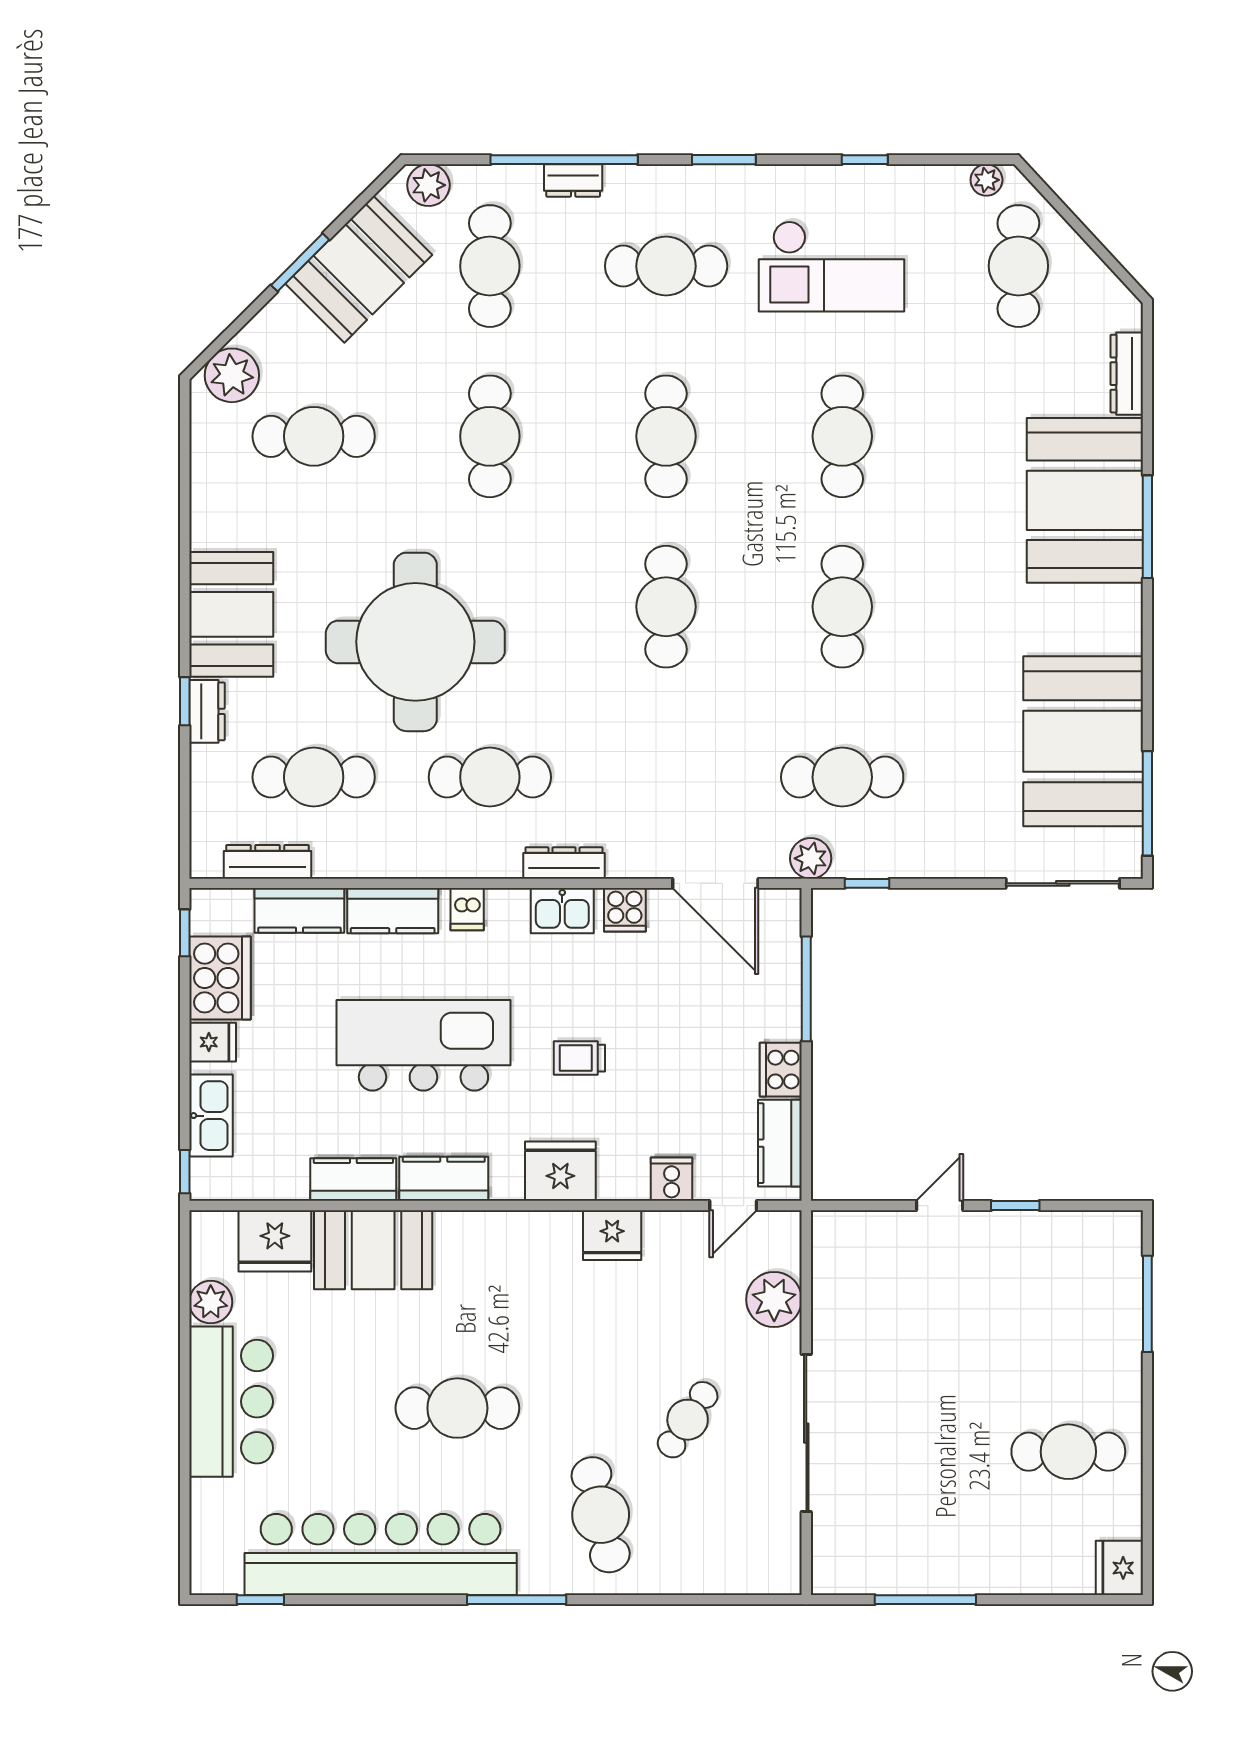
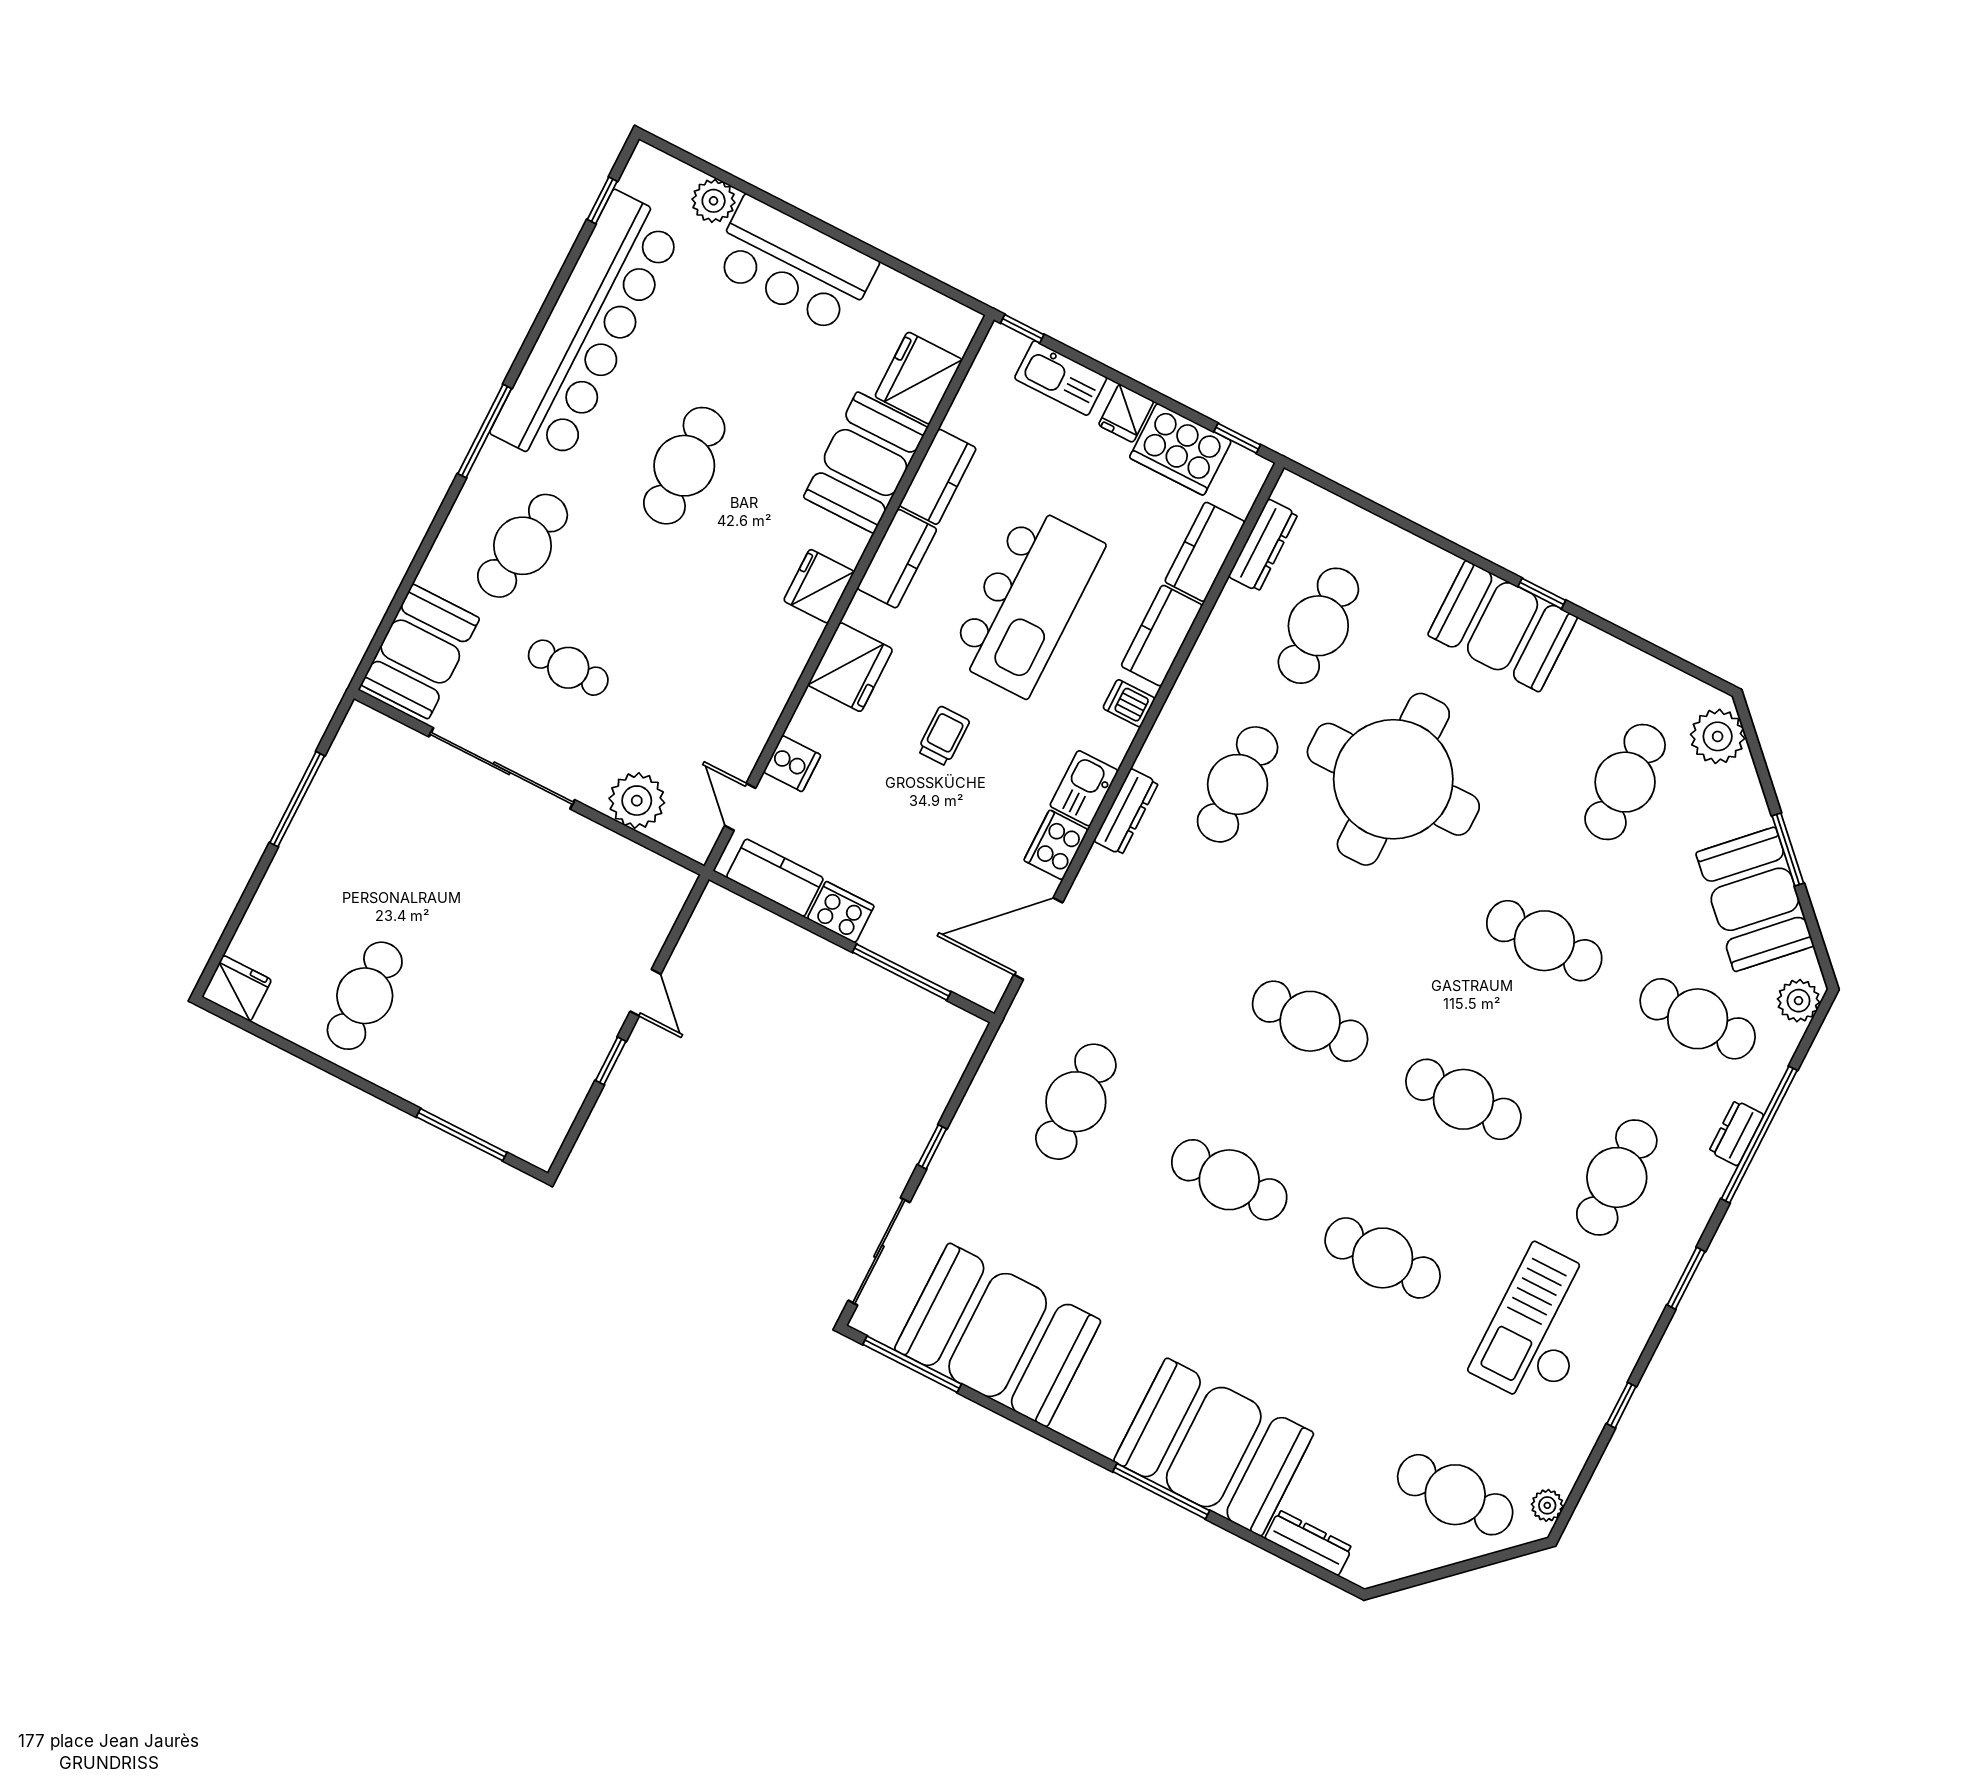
window: (185, 701) -> (1542, 593), moved
dresser: (207, 711) -> (1426, 560), removed
plant: (811, 858) -> (1017, 1036), removed
window: (867, 883) -> (932, 1147), moved
cooker: (625, 910) -> (1056, 845), width x1.36
fridge: (612, 1235) -> (819, 586), moved
plant: (211, 1302) -> (714, 201), moved
cafe table: (688, 1420) -> (568, 668), turned -33
cafe table: (601, 1515) -> (523, 546), turned -66
booth: (740, 1557) -> (420, 652), added

